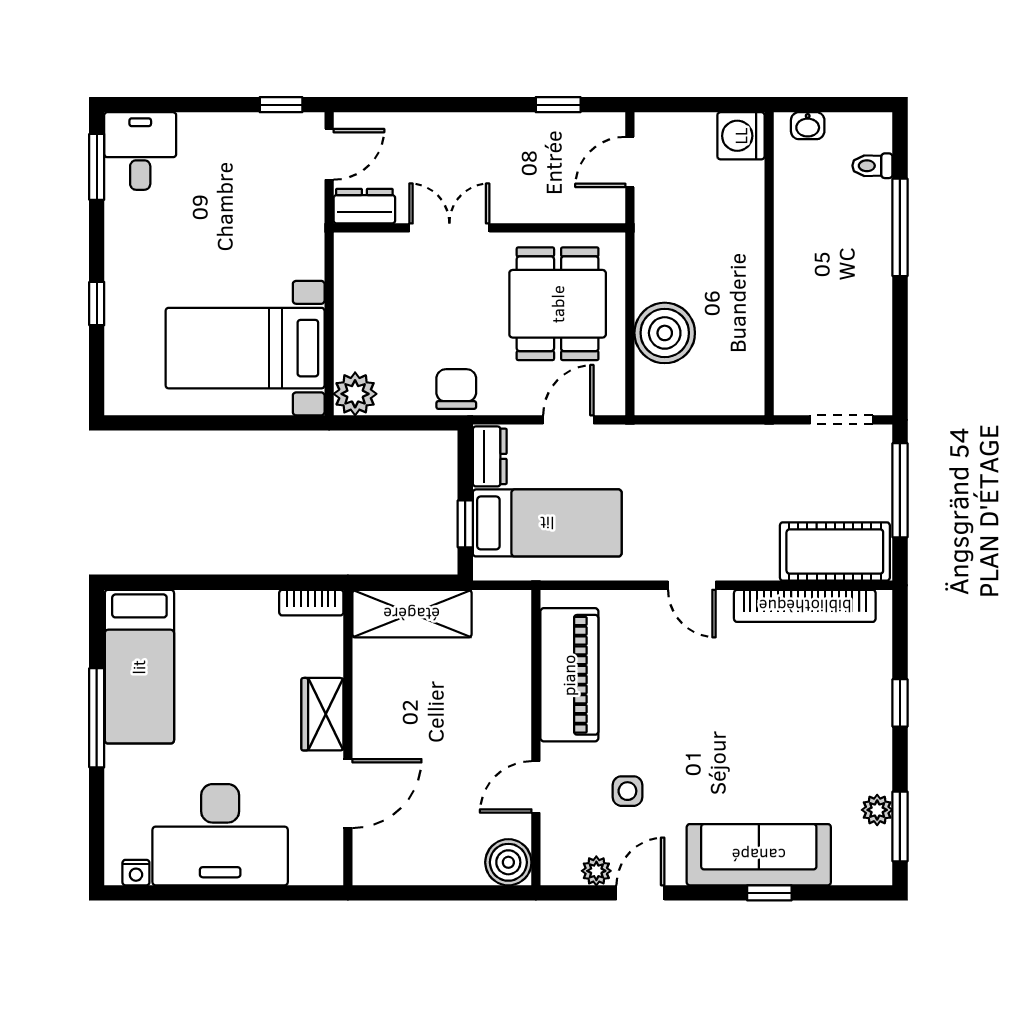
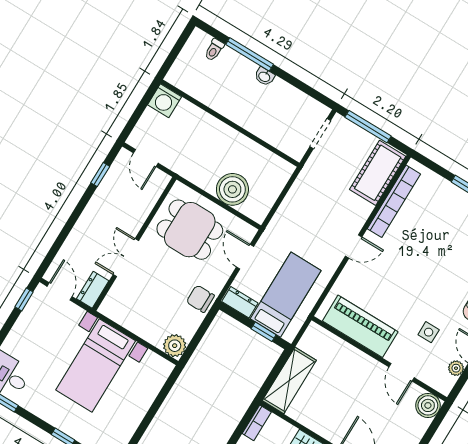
washbasin: (808, 126) -> (264, 76), moved, turned 90
bed with nightstands: (245, 348) -> (96, 365), moved

